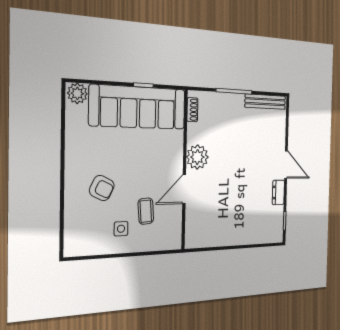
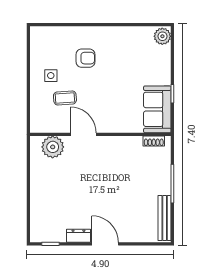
sofa: (138, 107) -> (157, 109), width x0.54, depth x0.79
plant: (197, 157) -> (53, 147), moved
door: (286, 165) -> (105, 244), swing flipped
armchair: (102, 188) -> (85, 58), turned -116

